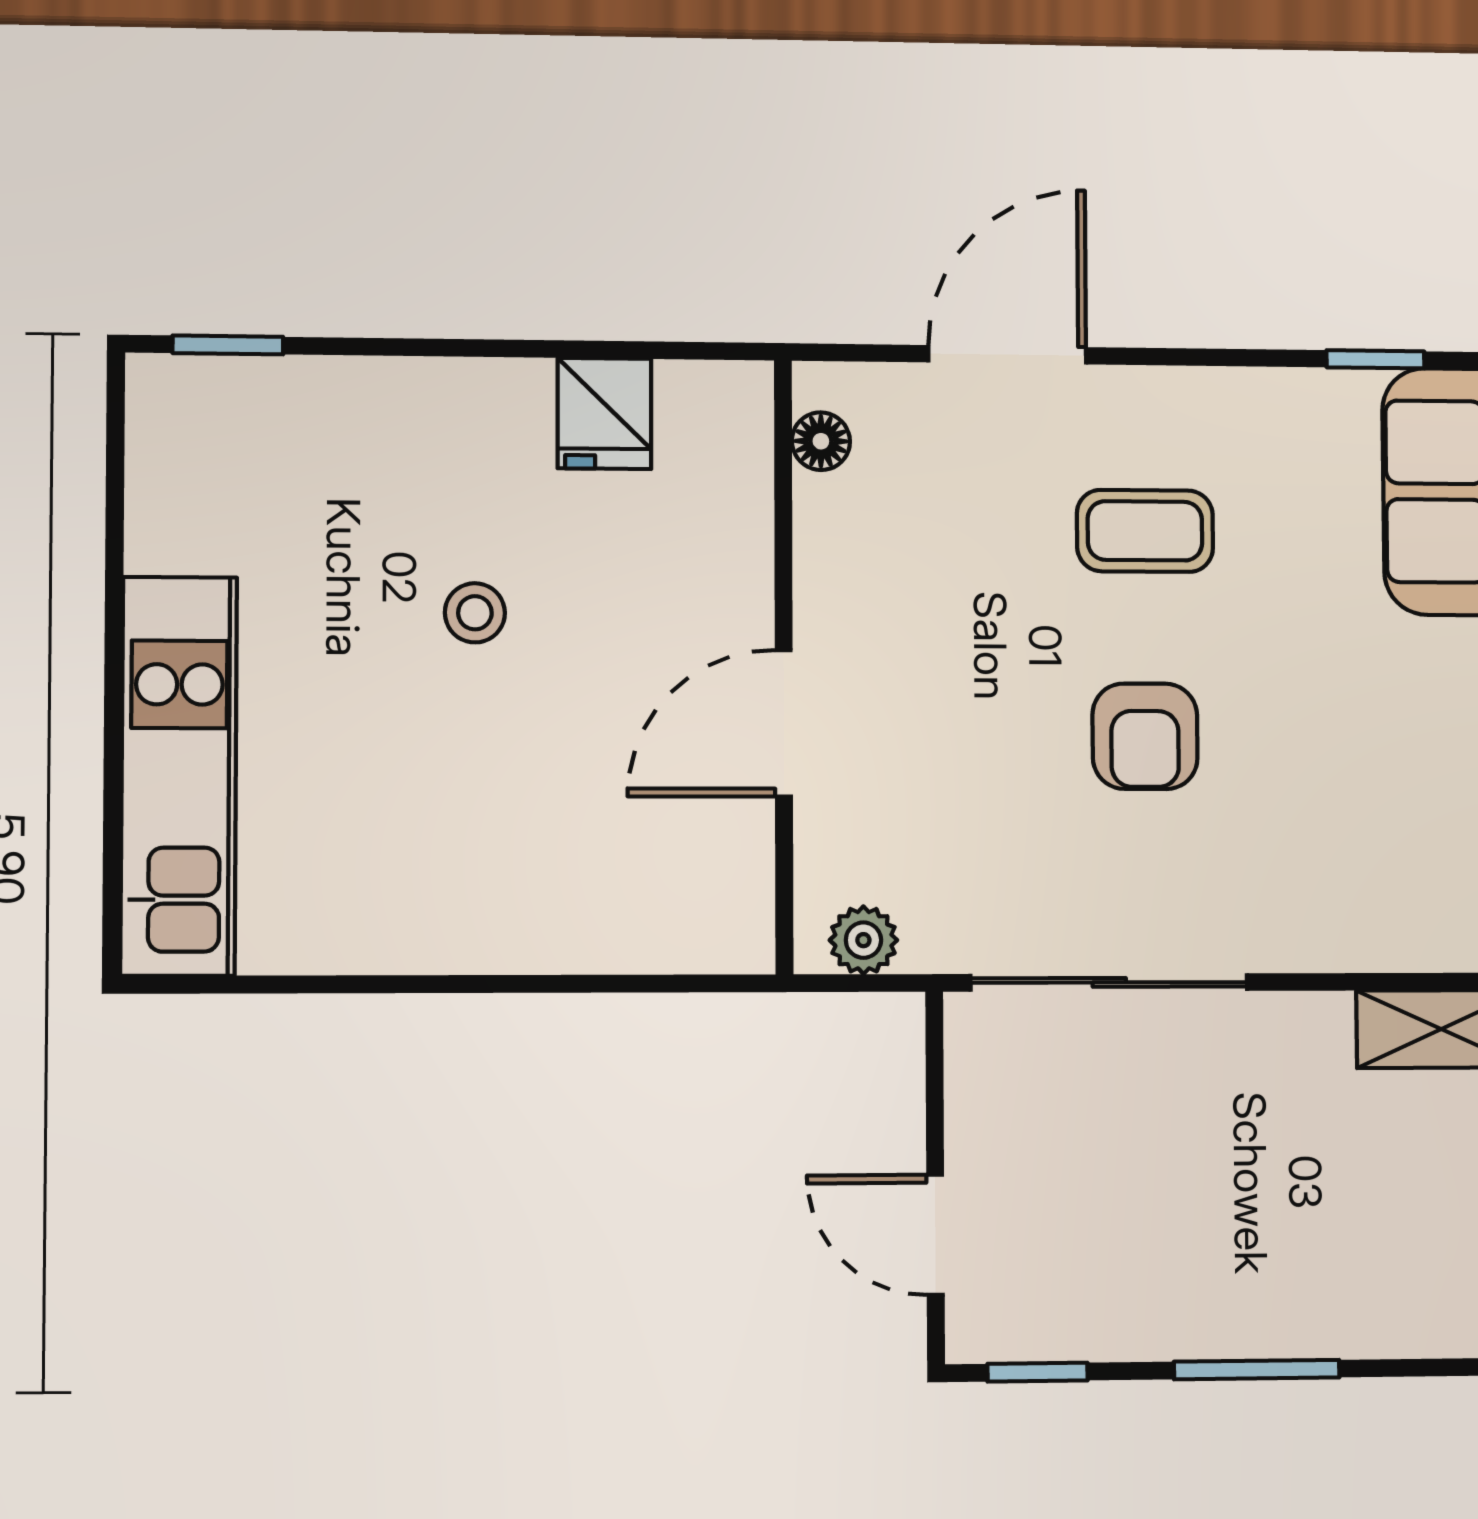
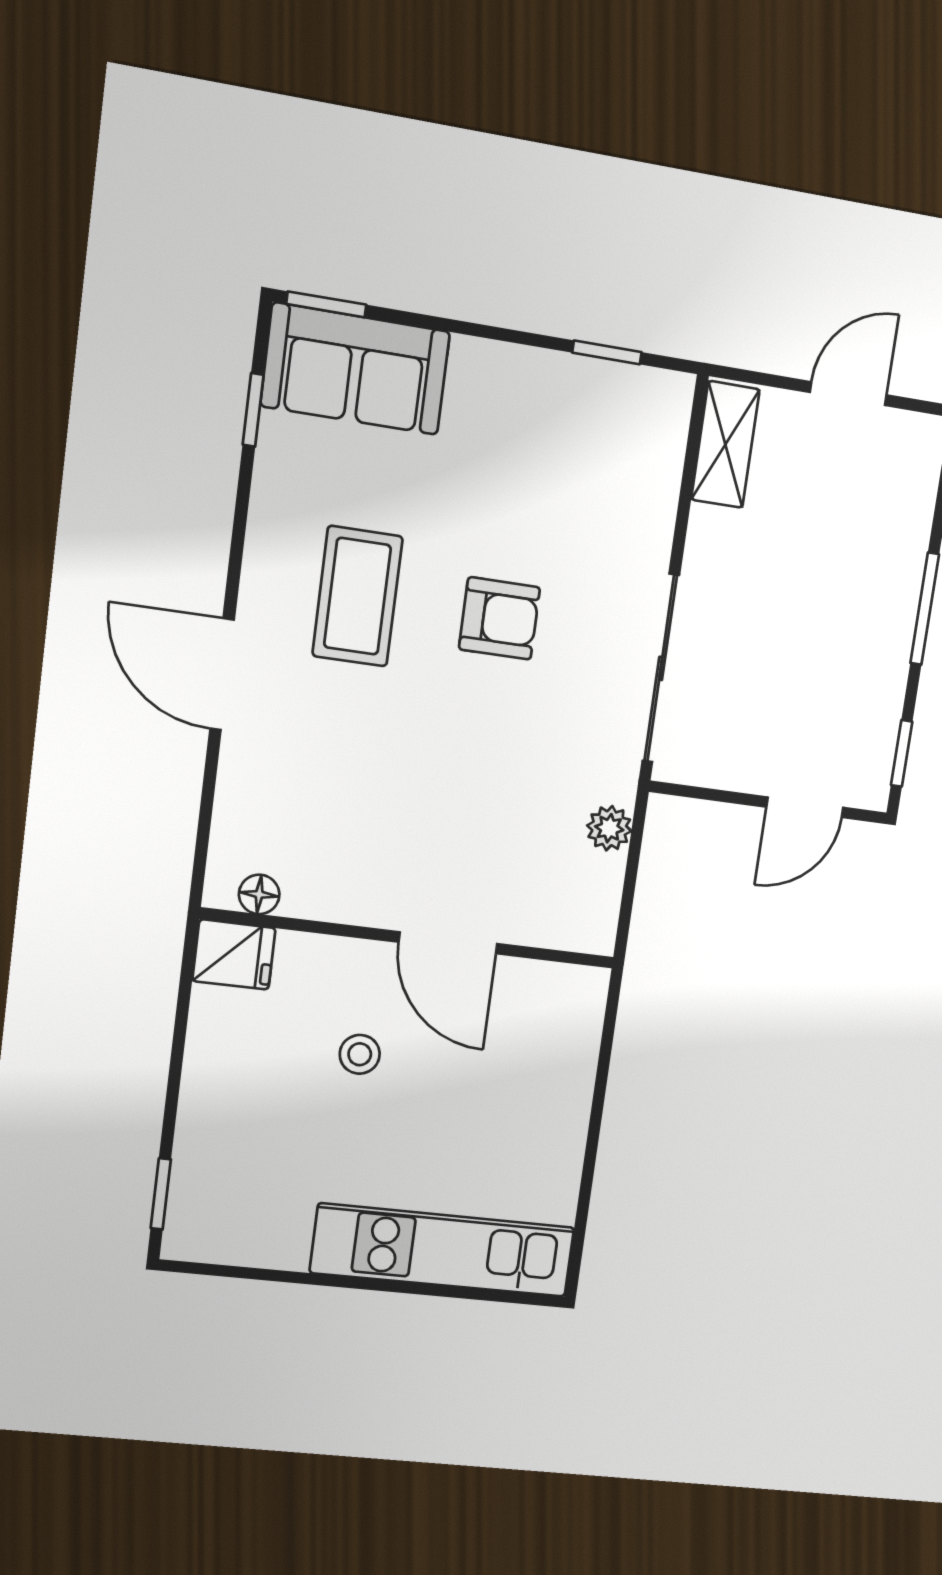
floor lamp: (821, 441) -> (259, 894), moved
coffee table: (1145, 531) -> (357, 596), width x1.36, depth x1.30
wall: (784, 666) -> (410, 938), moved
door: (784, 723) -> (448, 943), moved

